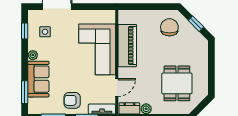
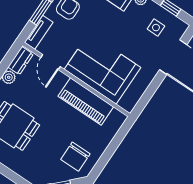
chair: (169, 27) -> (75, 157), turned 90

